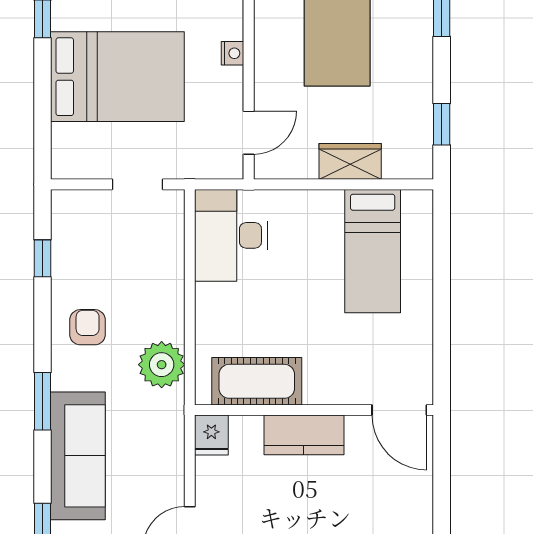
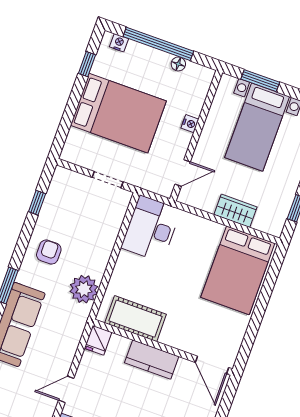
bed: (373, 251) -> (238, 270), width x1.50

